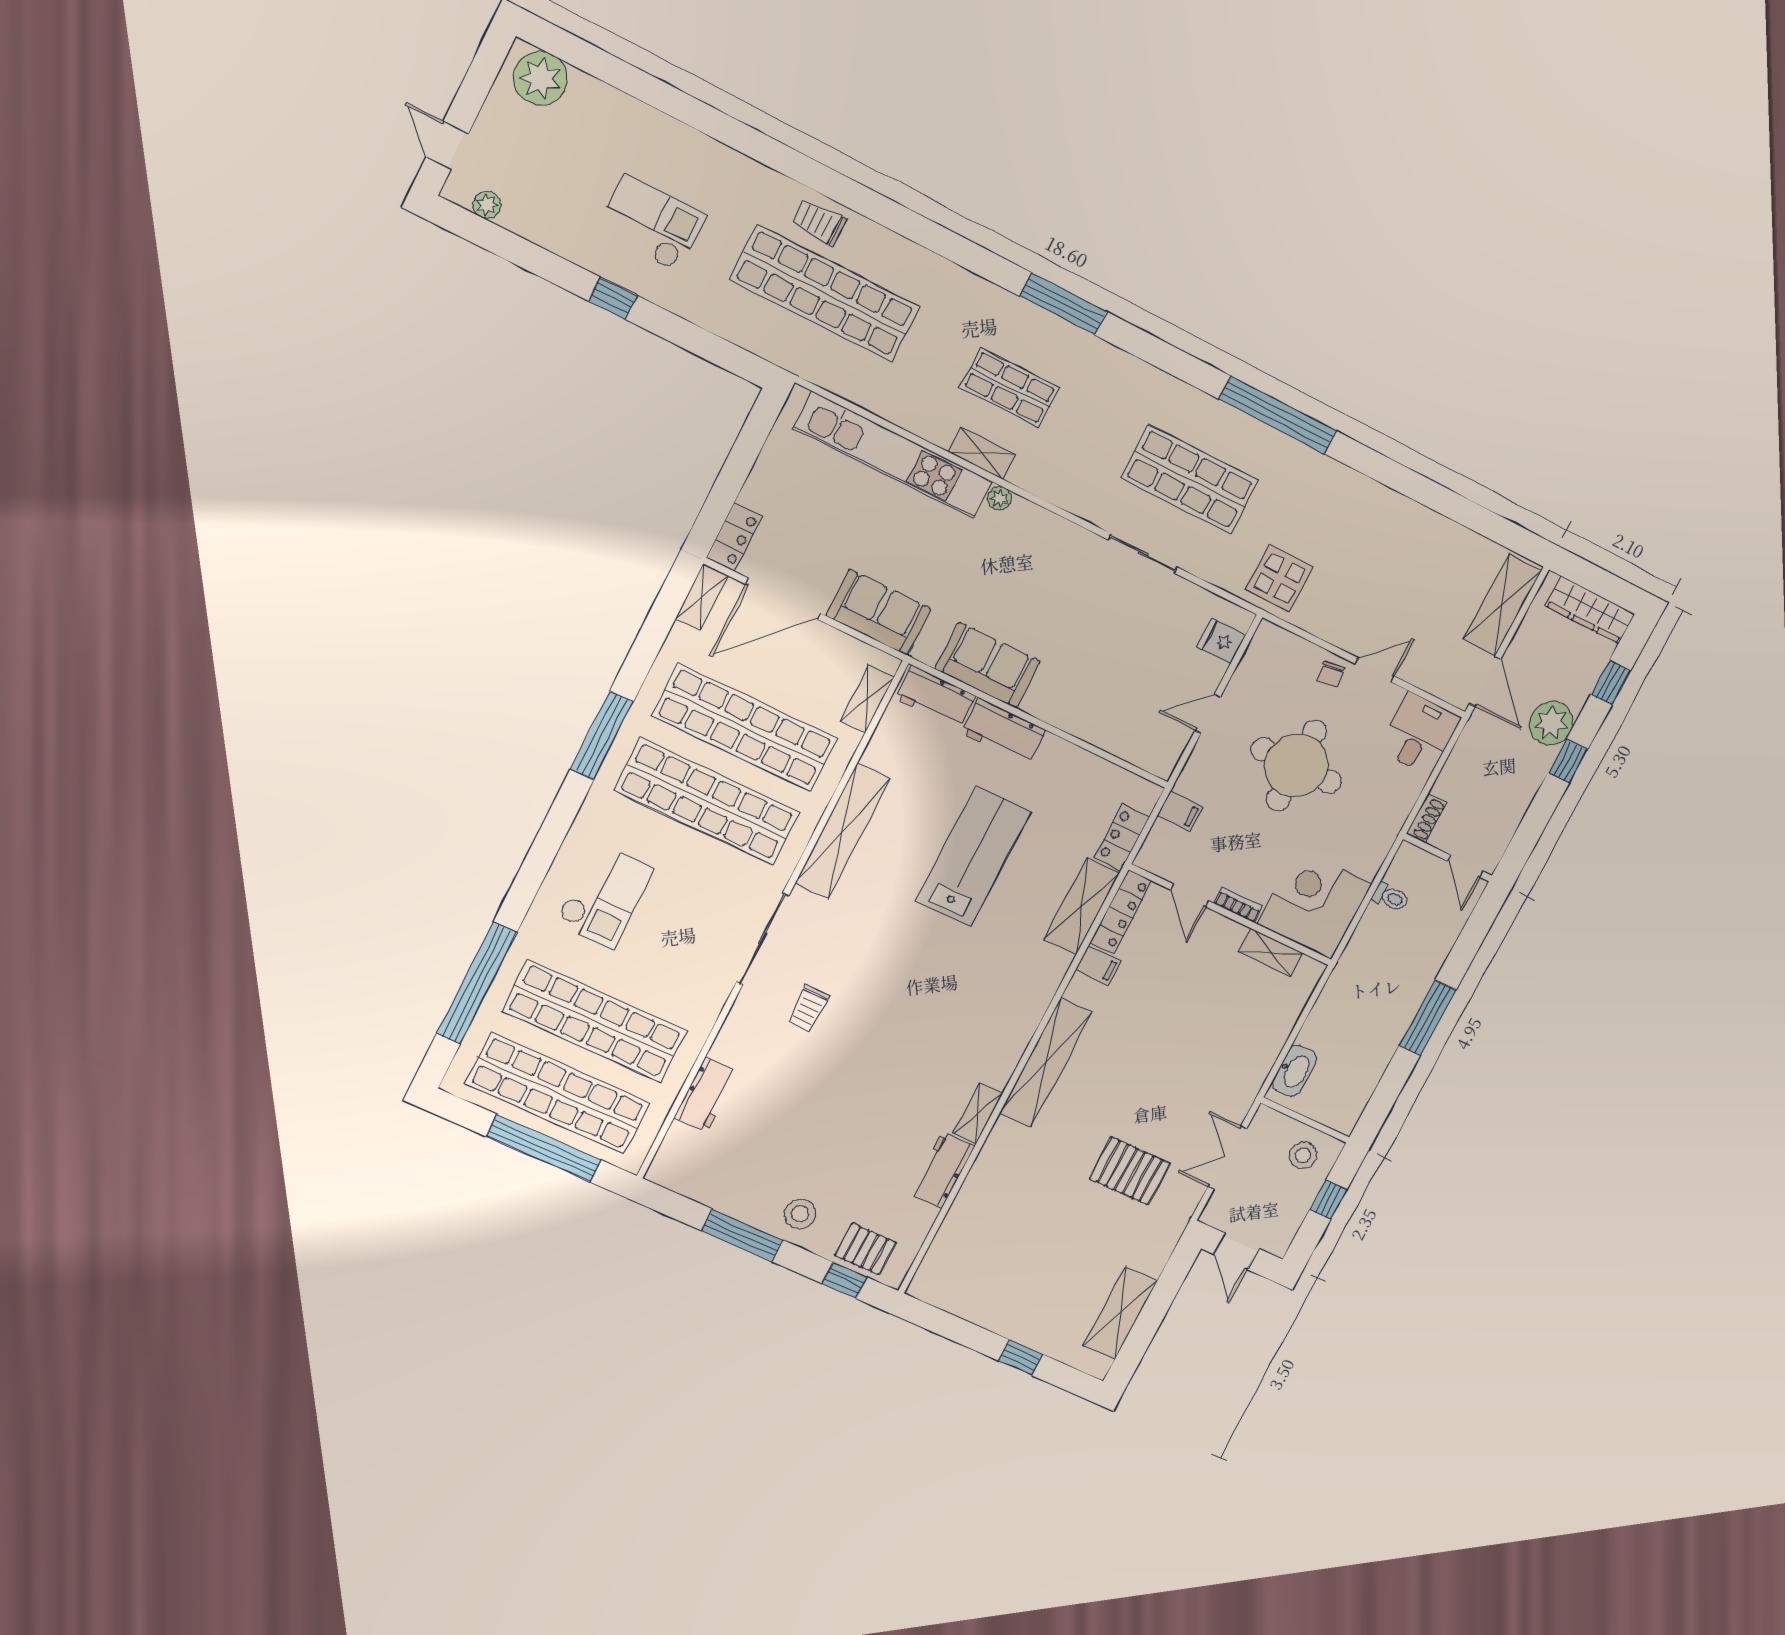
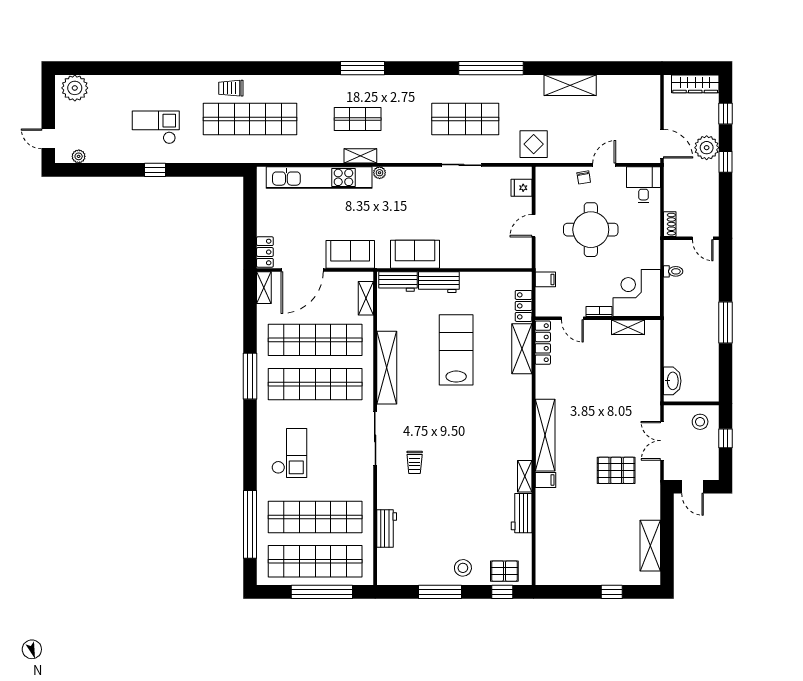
shelving: (1502, 605) -> (570, 85), moved, turned 90
filing cabinet: (1098, 965) -> (545, 480), moved

